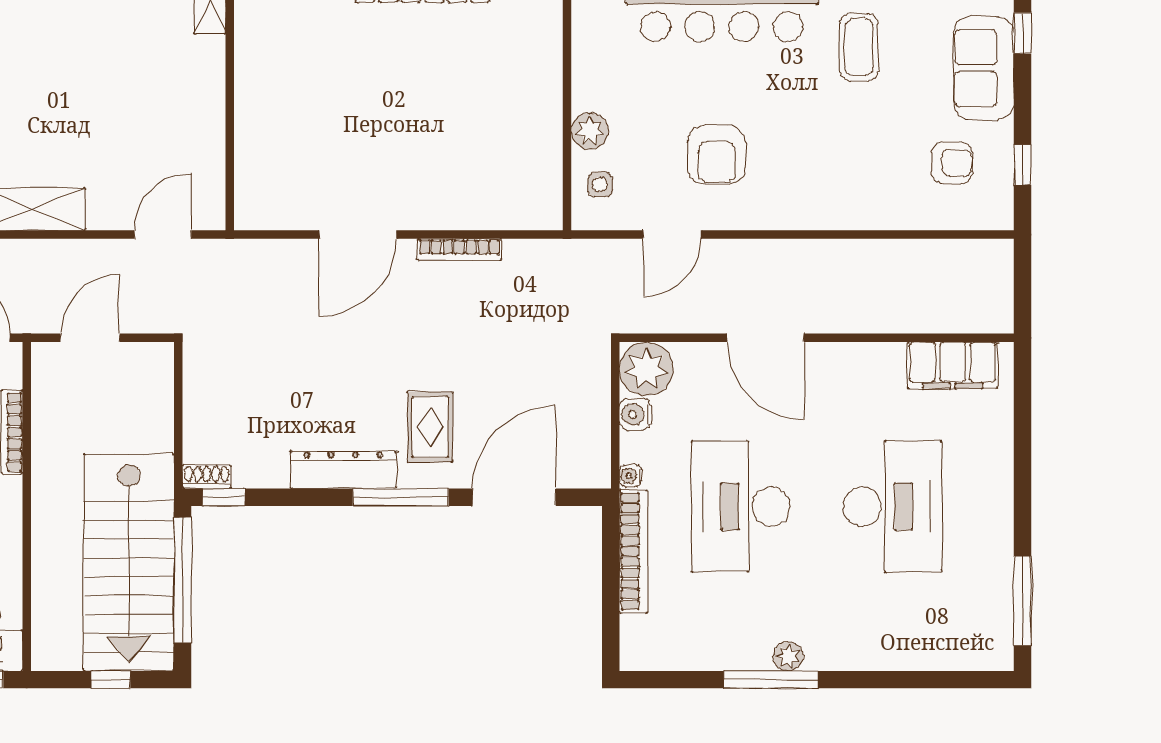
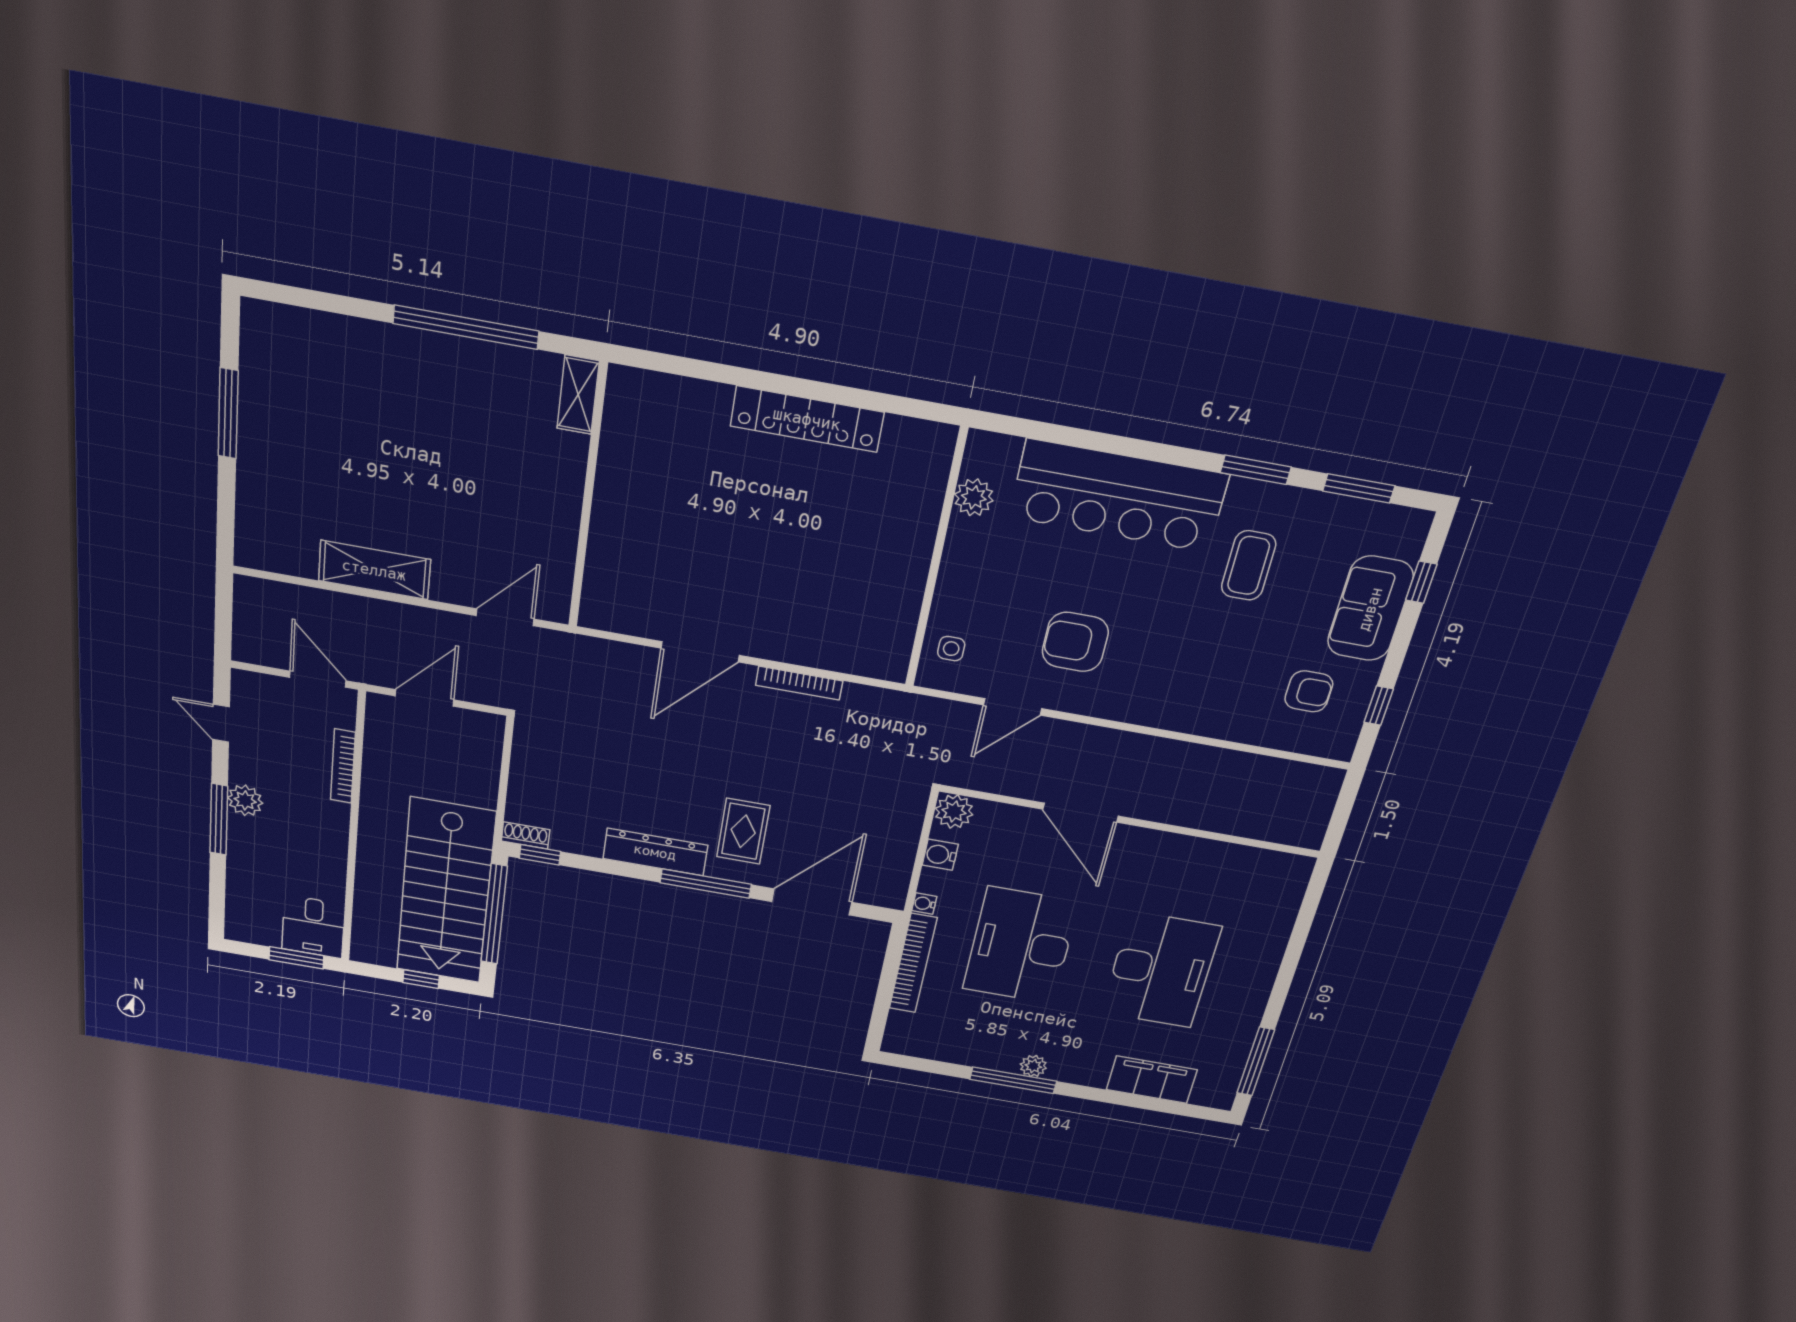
plant: (590, 131) -> (974, 497), moved
armchair: (717, 155) -> (1075, 642), turned 90
filing cabinet: (953, 365) -> (1152, 1080), moved, turned 180
plant: (646, 369) -> (954, 812), width x0.73, depth x0.73

